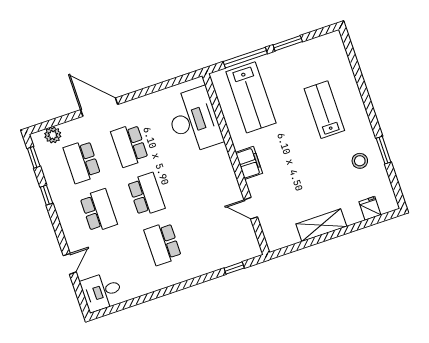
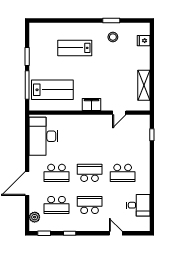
desk: (194, 120) -> (44, 136), moved, turned -90
shelving: (321, 225) -> (144, 85), moved
desk: (102, 292) -> (138, 205), moved, turned -90

